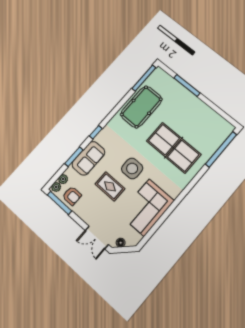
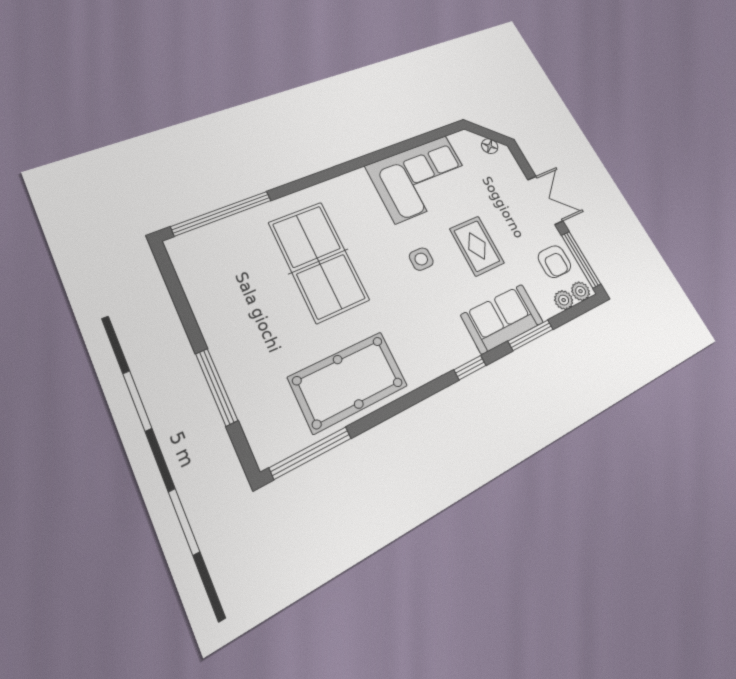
side table: (132, 168) -> (421, 259), width x0.54, depth x0.54
armchair: (72, 196) -> (554, 262), turned 180
double door: (97, 238) -> (545, 200), moved

